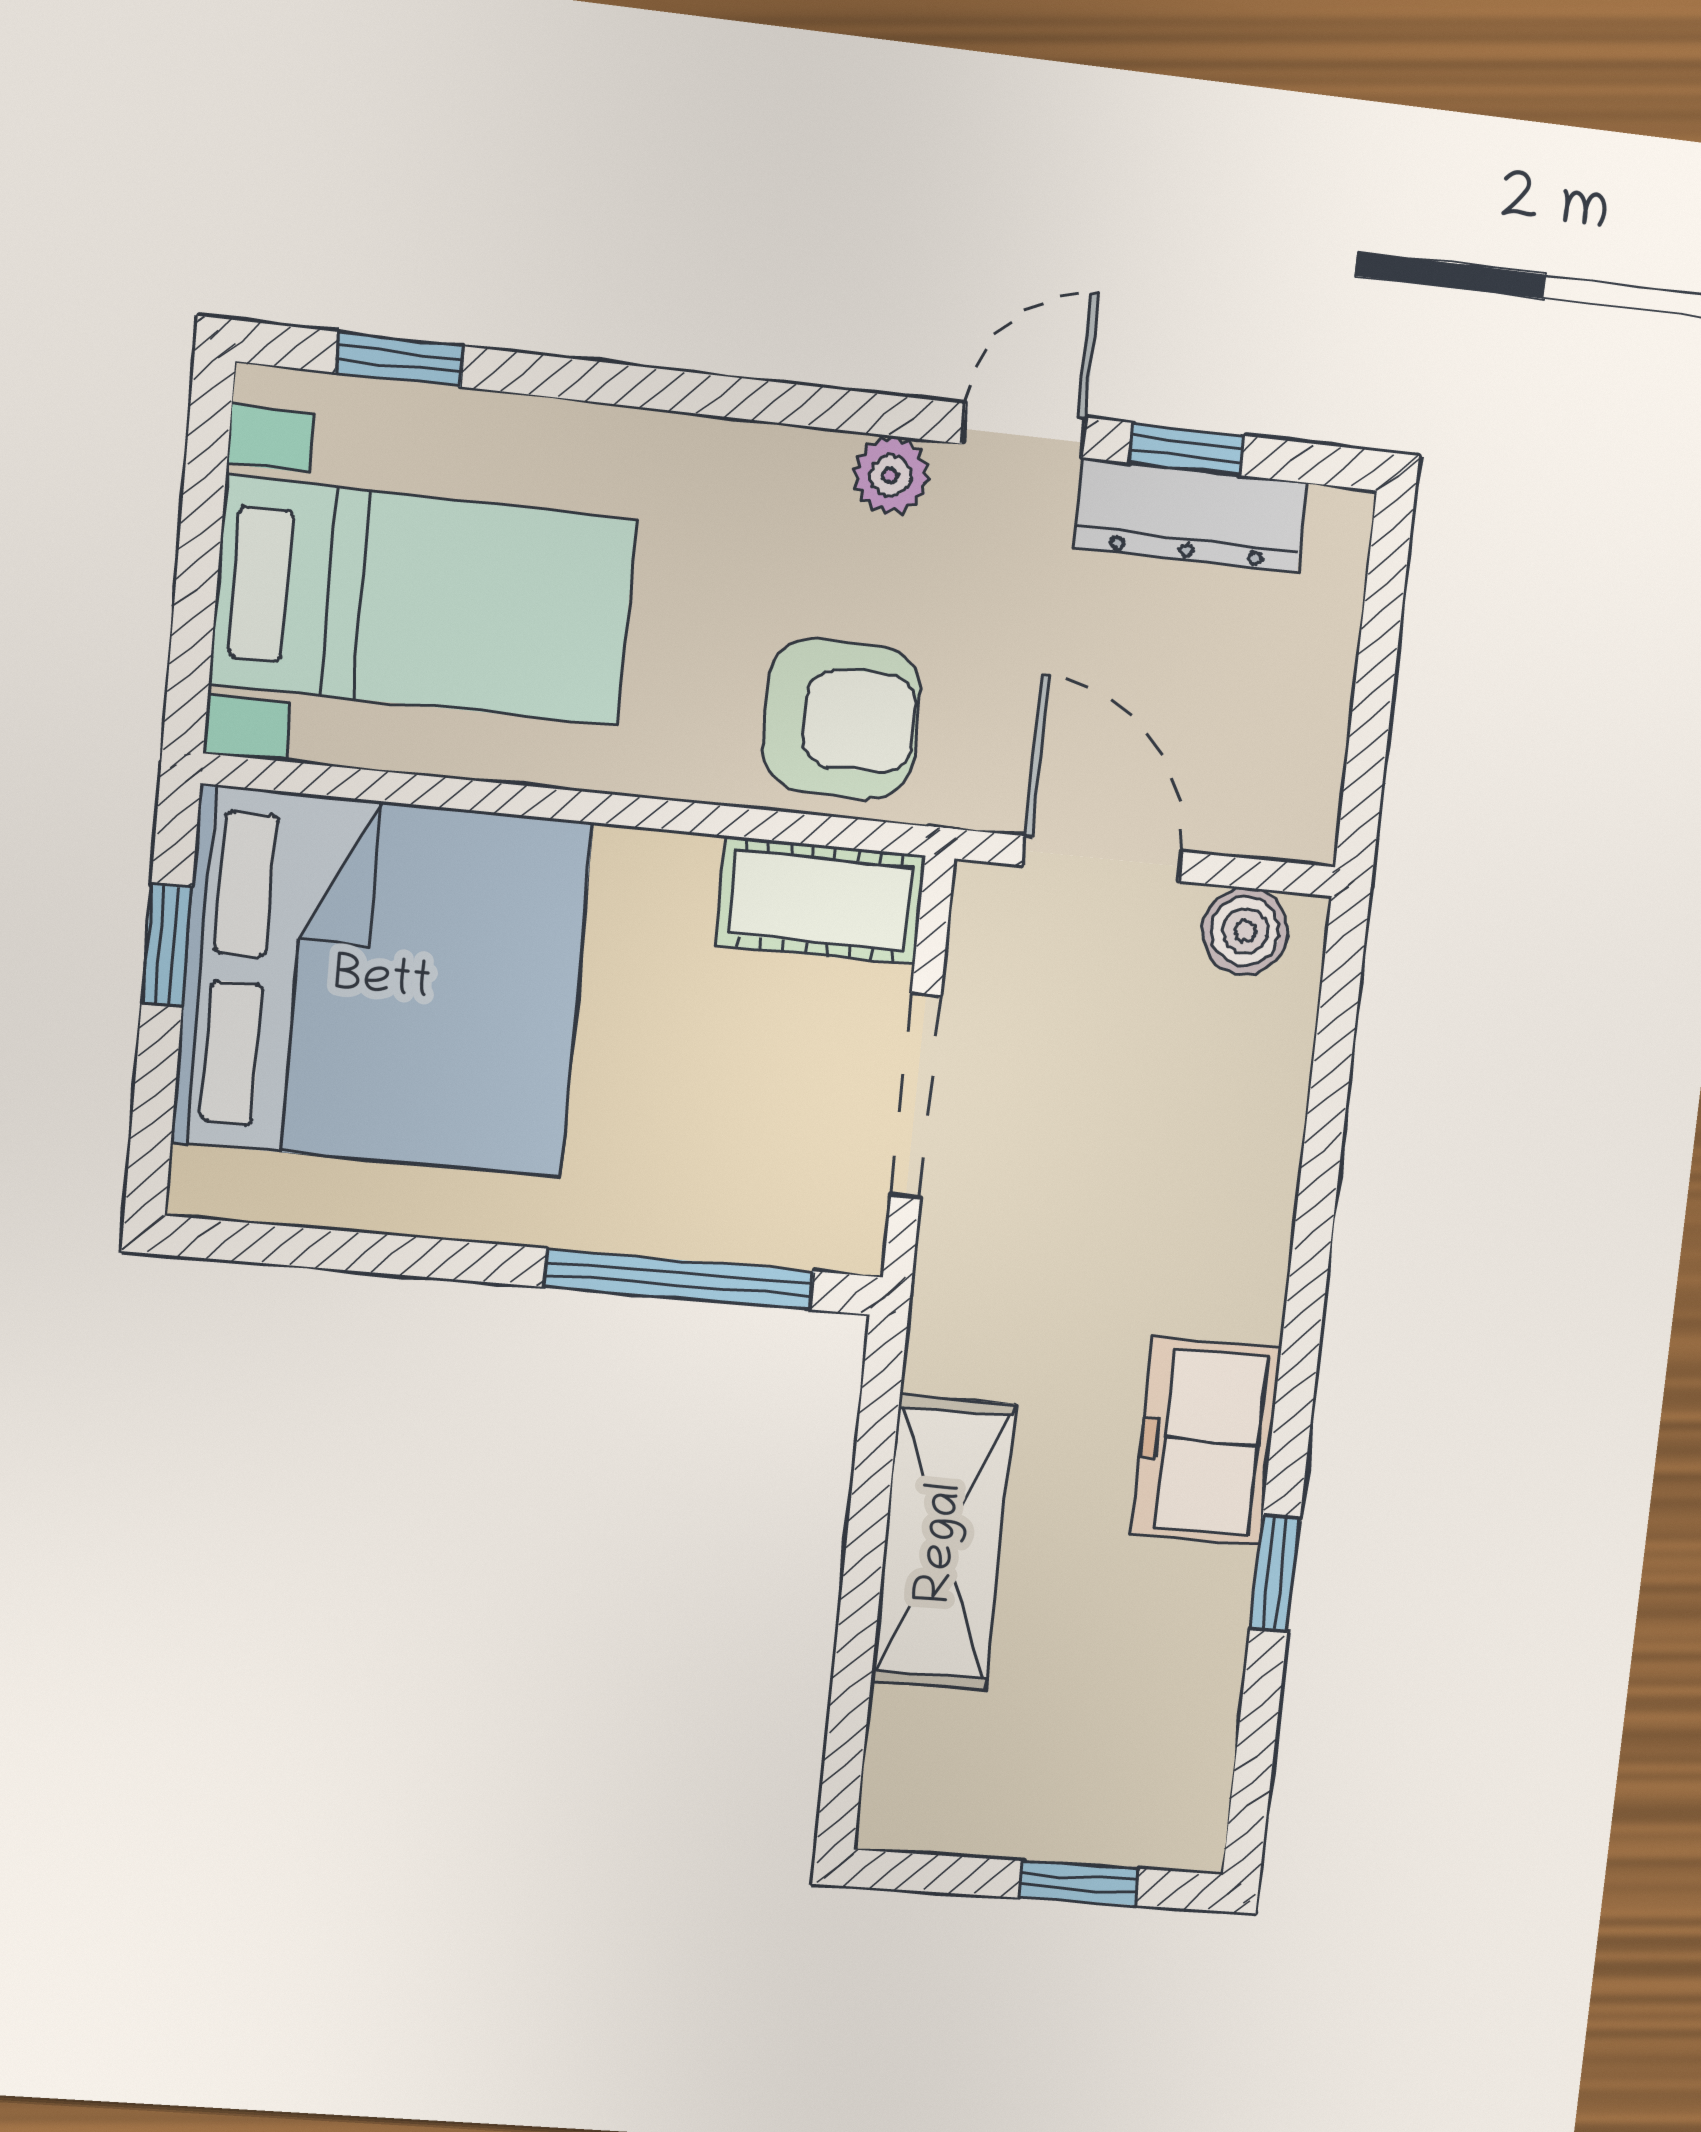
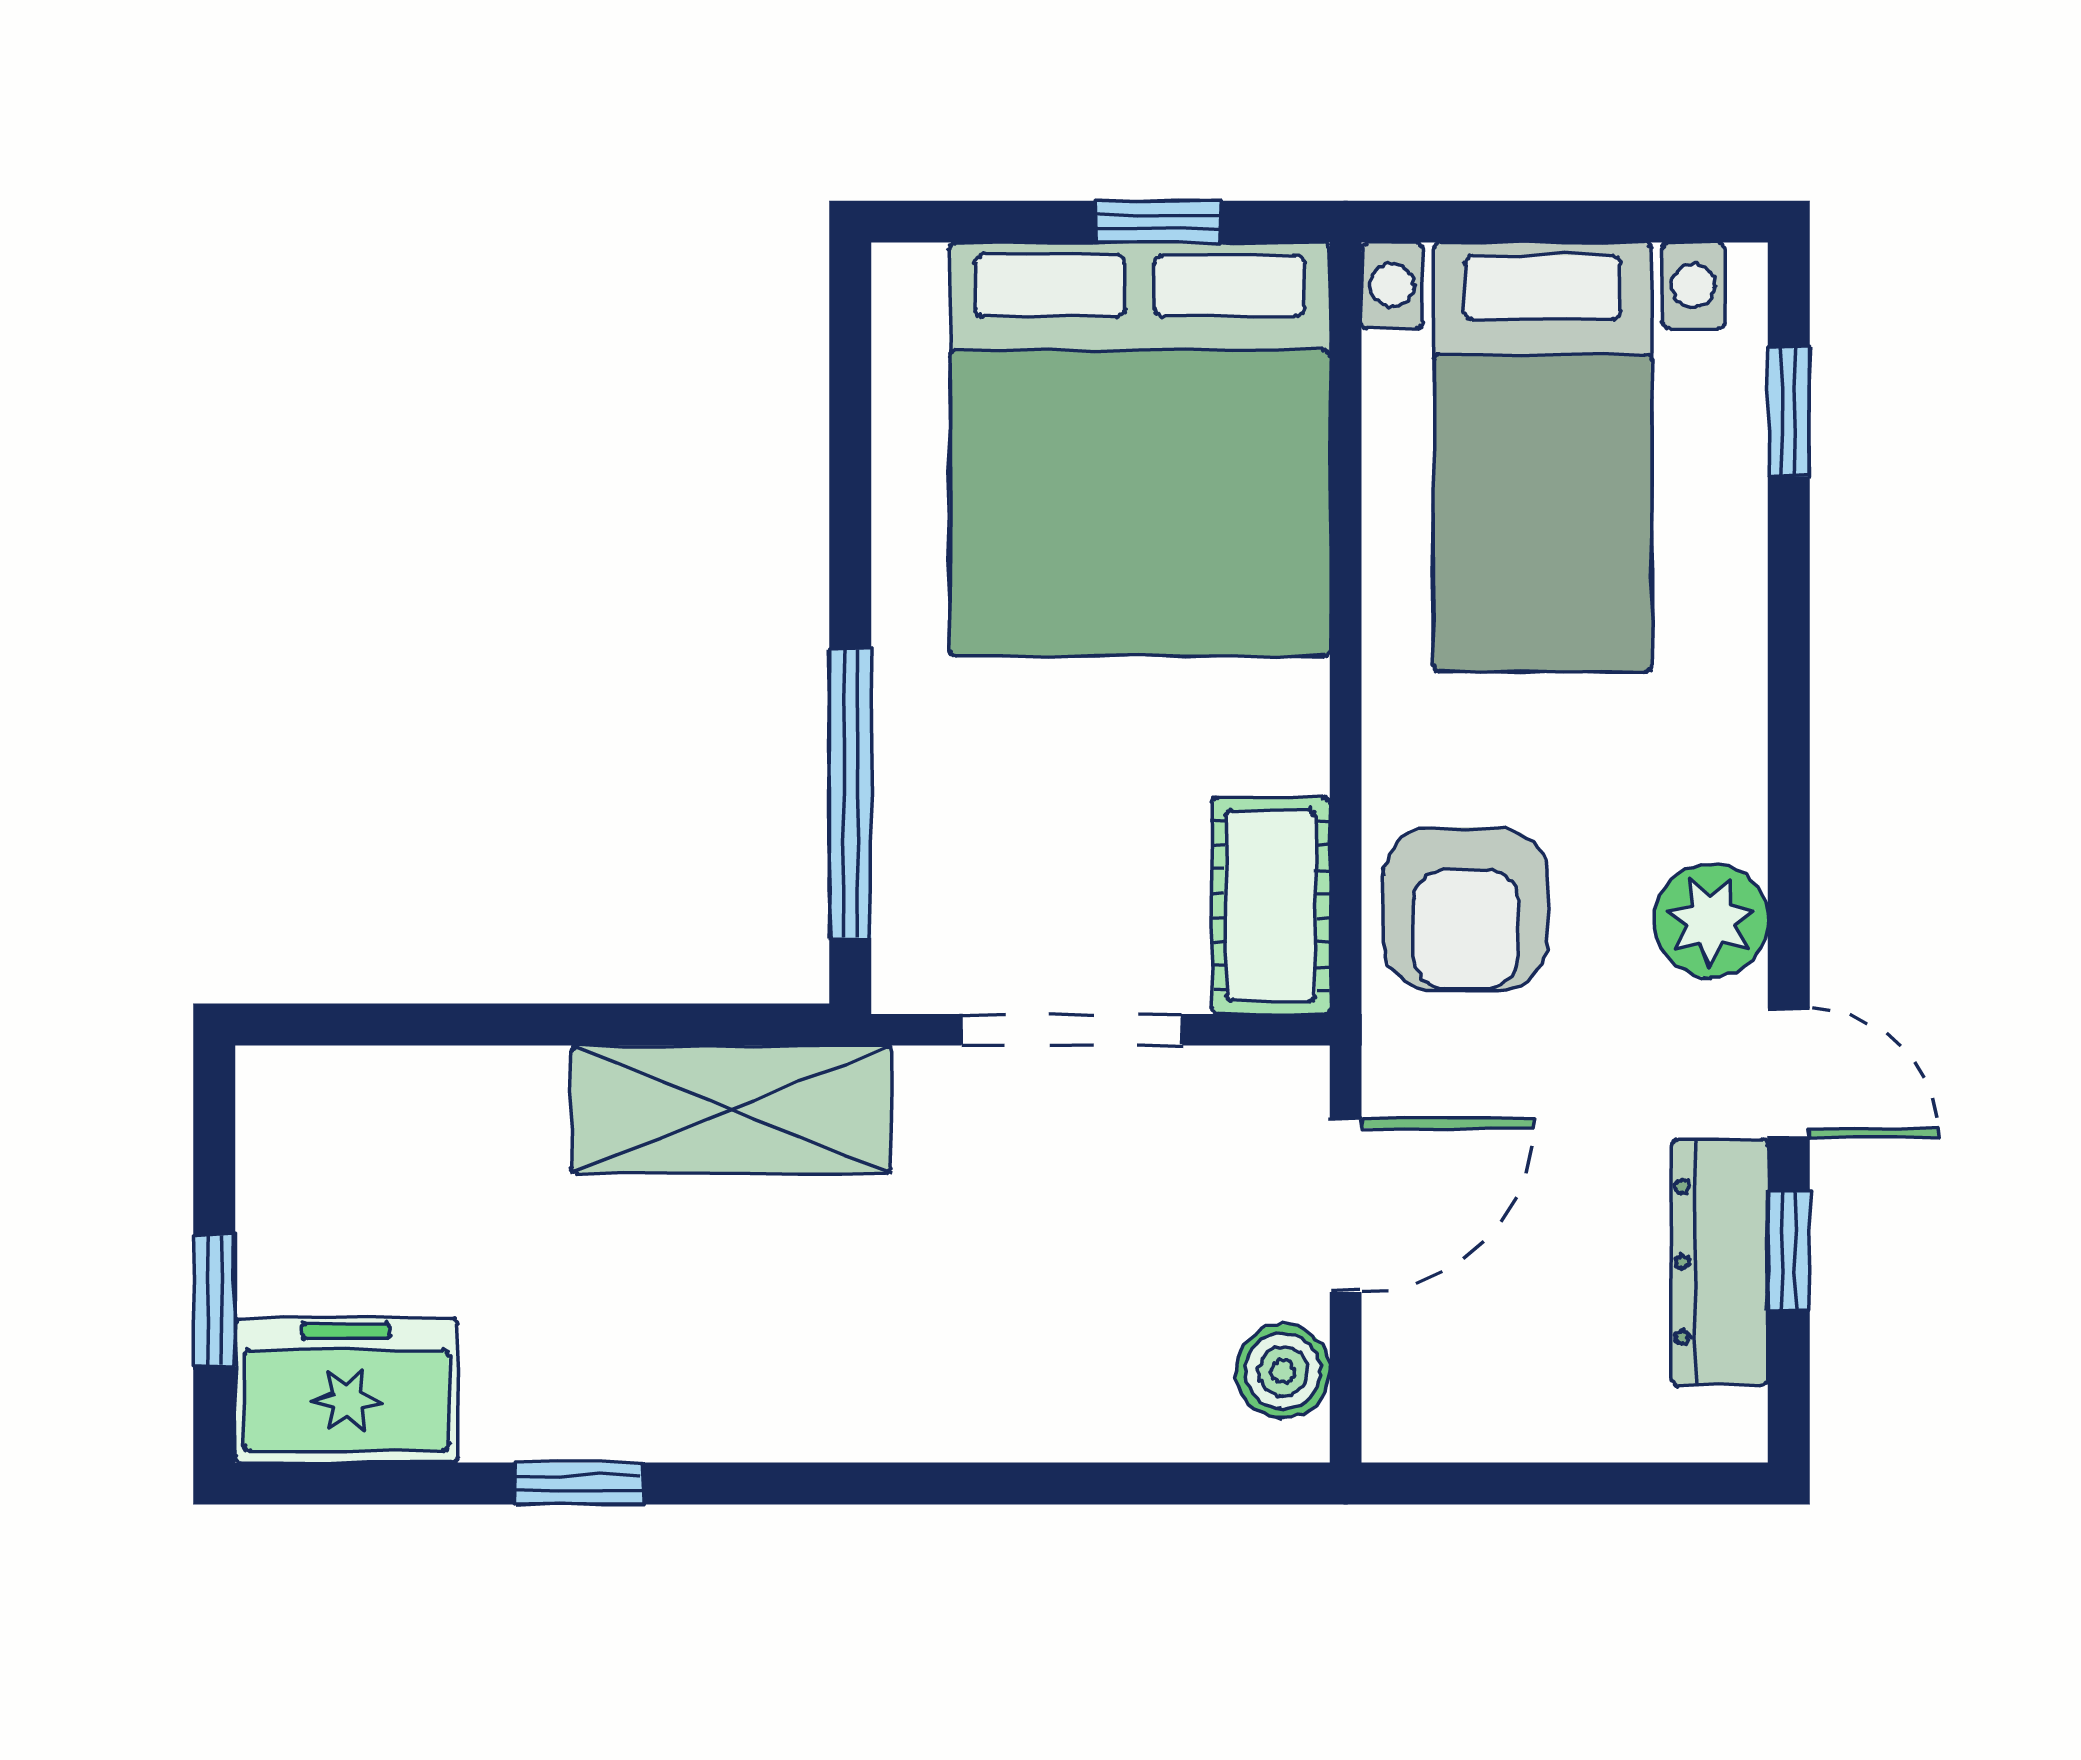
plant: (891, 475) -> (1711, 921), width x1.38, depth x1.38
freezer: (1207, 1442) -> (346, 1390), moved
shelving: (943, 1543) -> (731, 1109), moved

